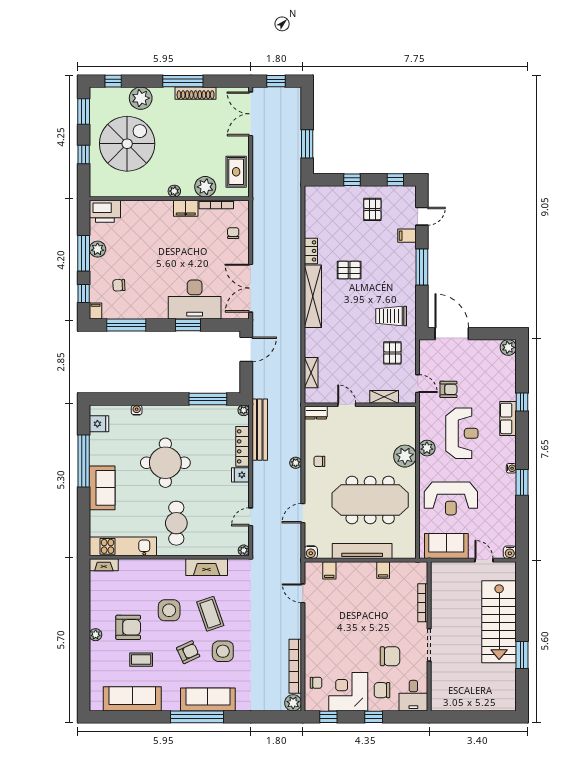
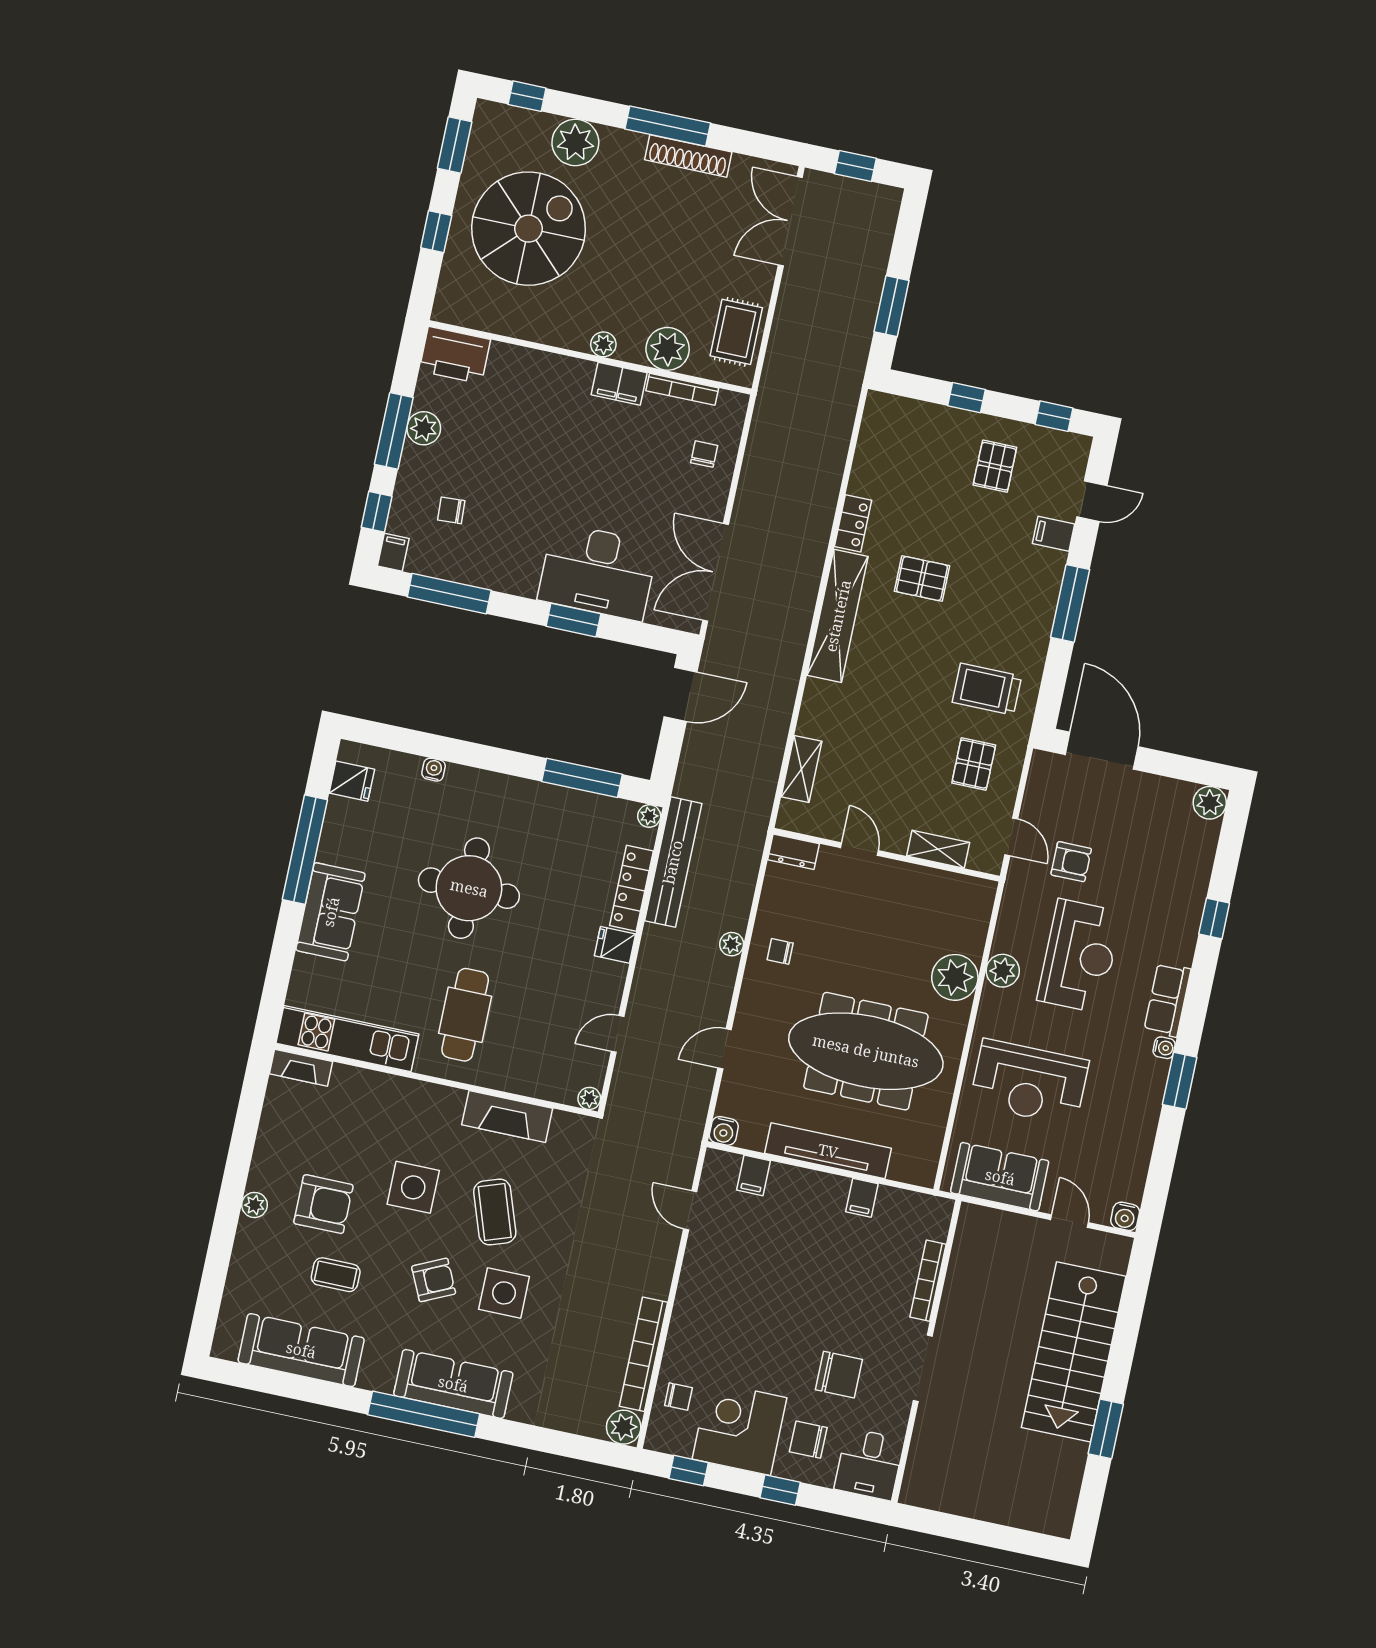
row of seats: (508, 418) -> (1168, 1000), moved

